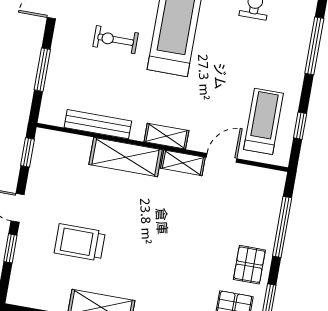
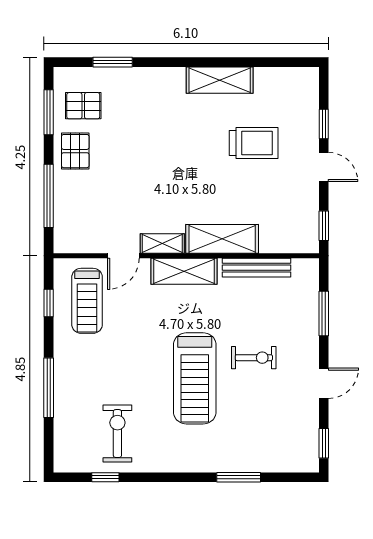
shelving: (166, 136) -> (184, 271), width x1.50, depth x1.33

